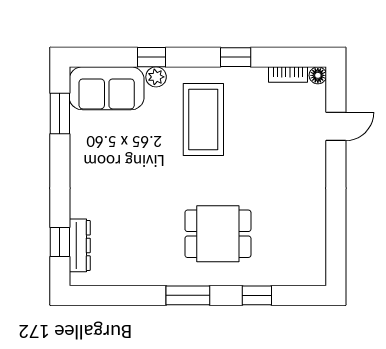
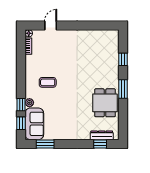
window: (236, 57) -> (21, 123), moved
coffee table: (203, 119) -> (48, 82), width x0.54, depth x0.58
door: (336, 126) -> (51, 26), hinge flipped
dining table: (218, 234) -> (105, 103), moved

